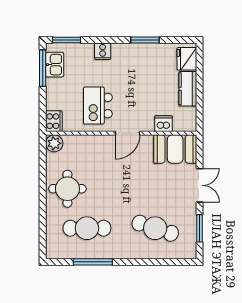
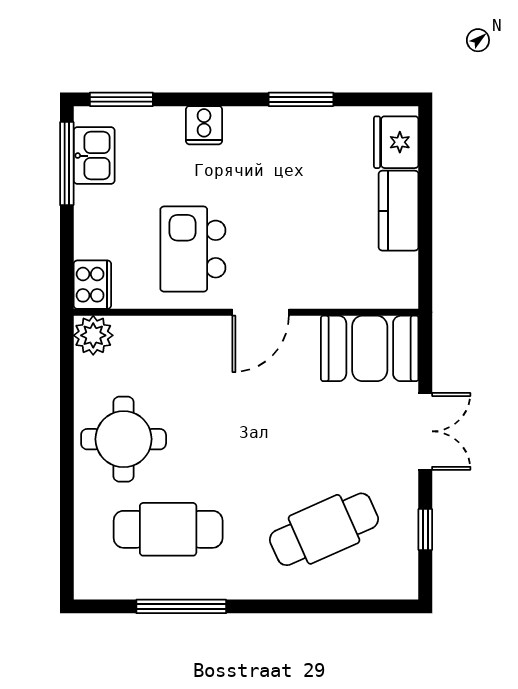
dishwasher: (163, 124) -> (343, 291), removed
cafe table: (155, 228) -> (324, 529), turned -42
window: (199, 228) -> (425, 530), width x0.67

